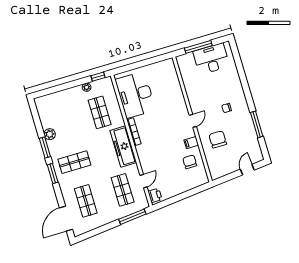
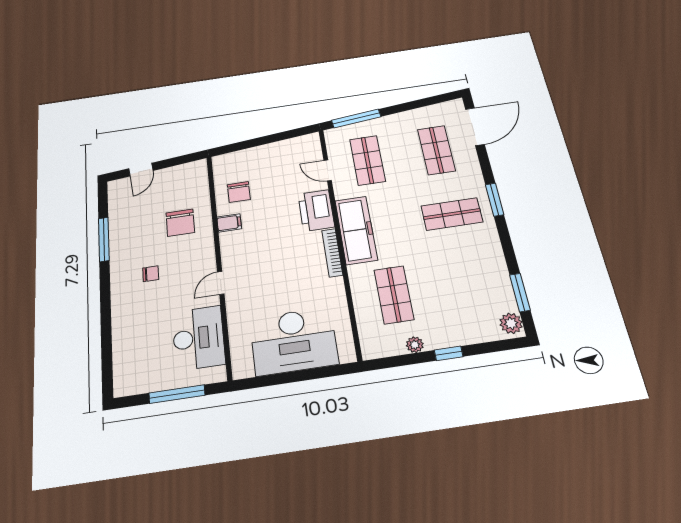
desk: (211, 59) -> (198, 338), moved, turned -90
window: (98, 77) -> (449, 353), moved
desk: (135, 95) -> (294, 341), moved, turned 90
door: (193, 121) -> (221, 283), moved
plant: (50, 134) -> (511, 323), moved
window: (45, 147) -> (520, 292), moved
door: (143, 181) -> (328, 170), hinge flipped
printer: (155, 195) -> (316, 210), moved, width x1.87, depth x1.48

